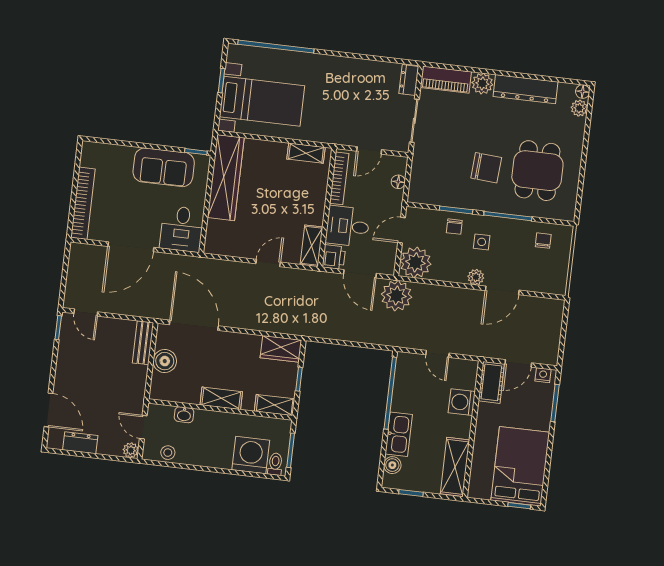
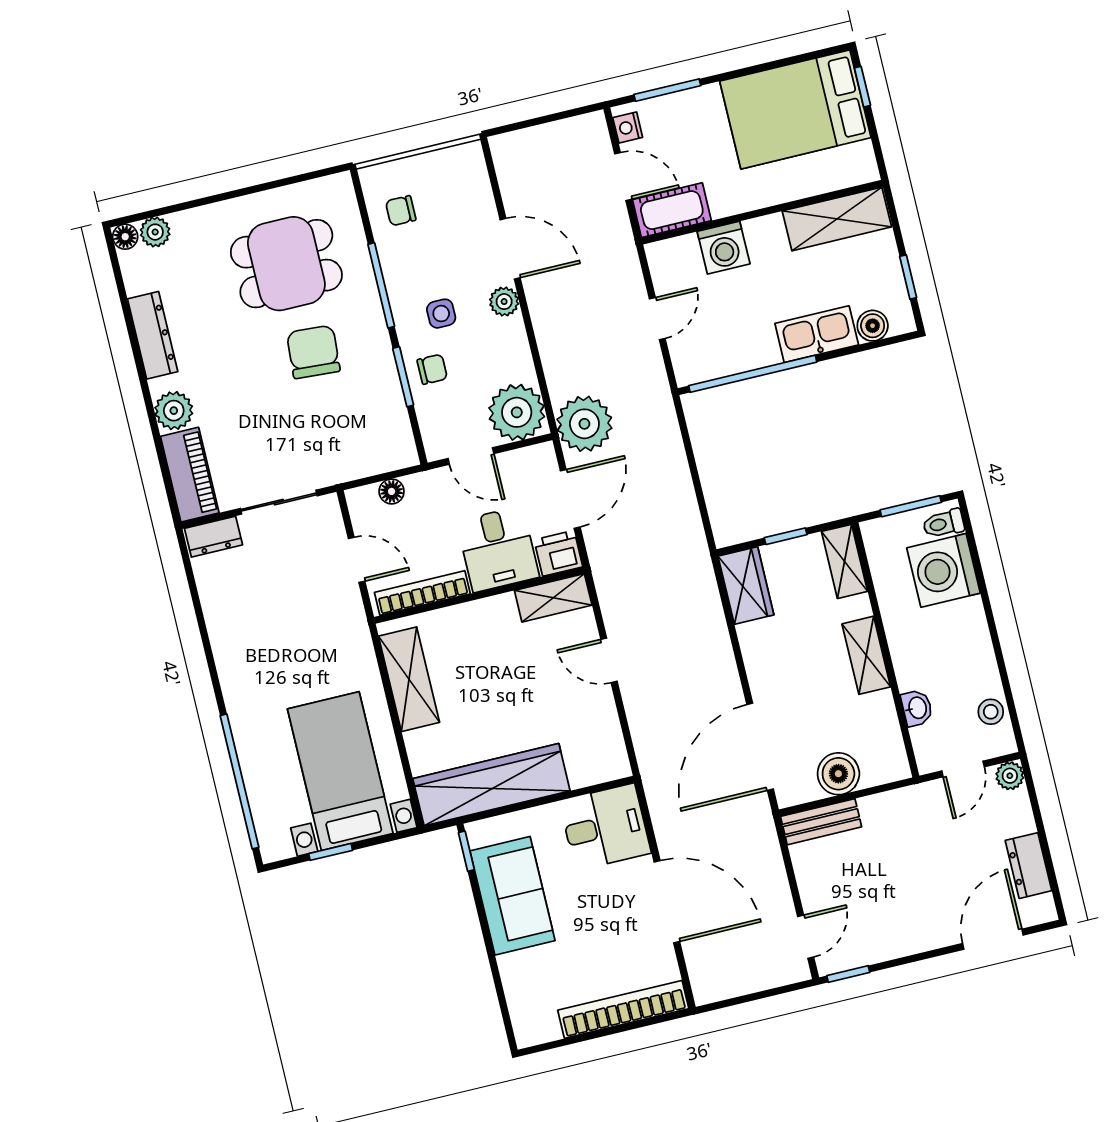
dresser: (526, 89) -> (153, 335), width x0.73, depth x0.80
shelving: (306, 153) -> (409, 679), width x1.50, depth x1.33

